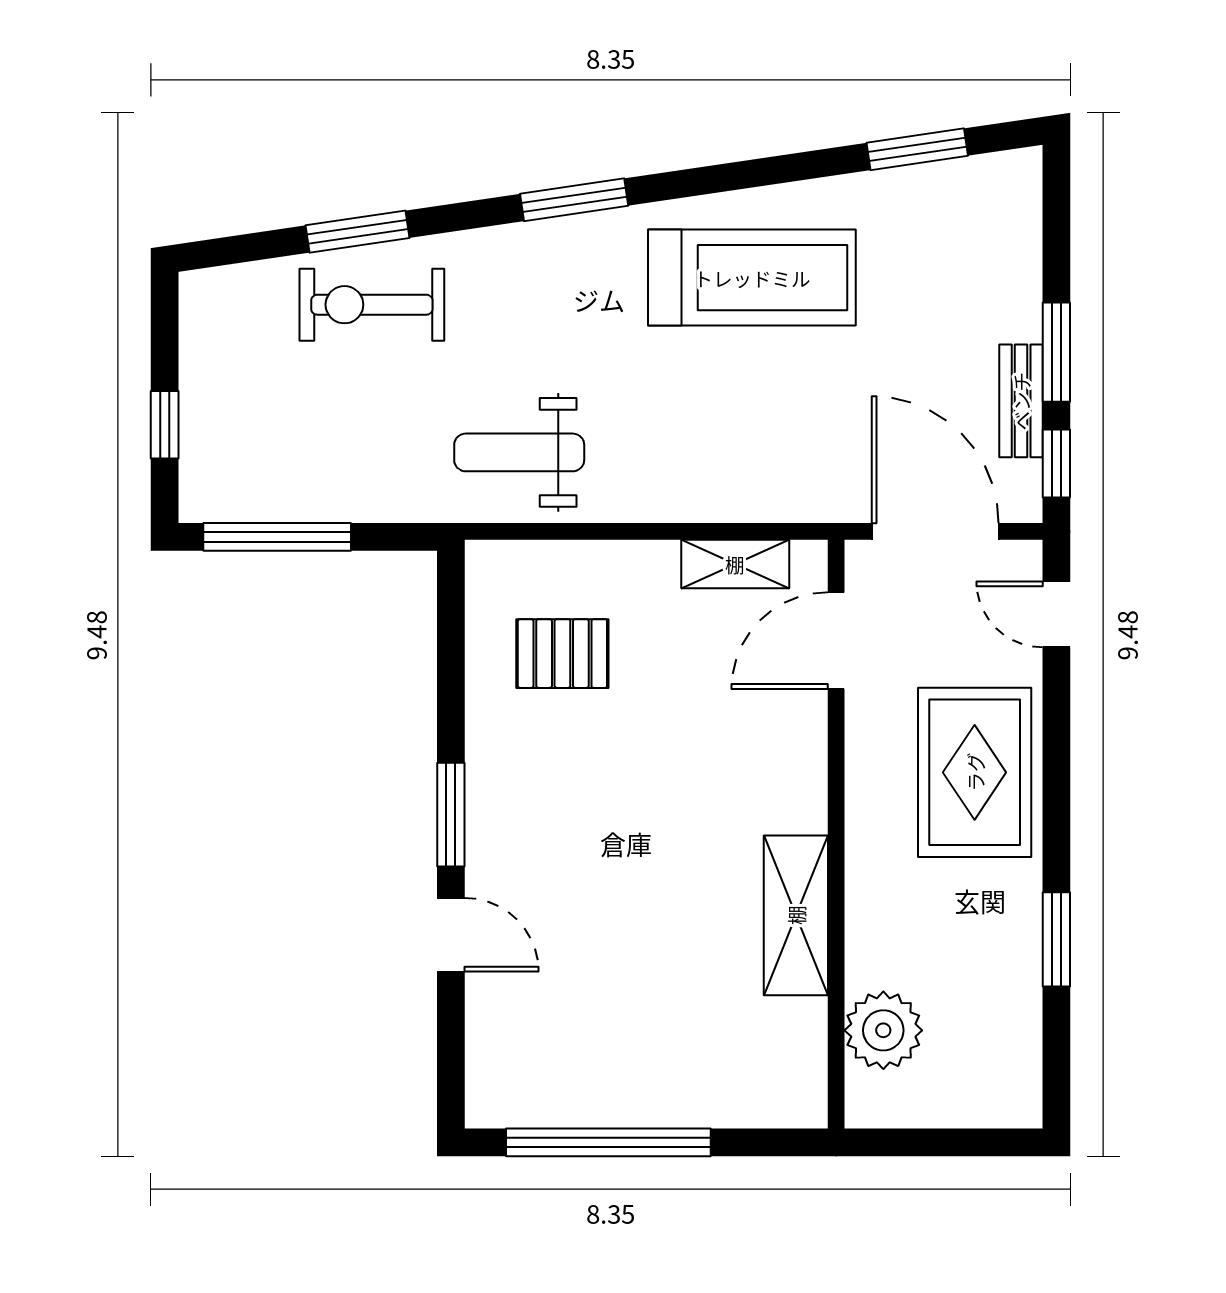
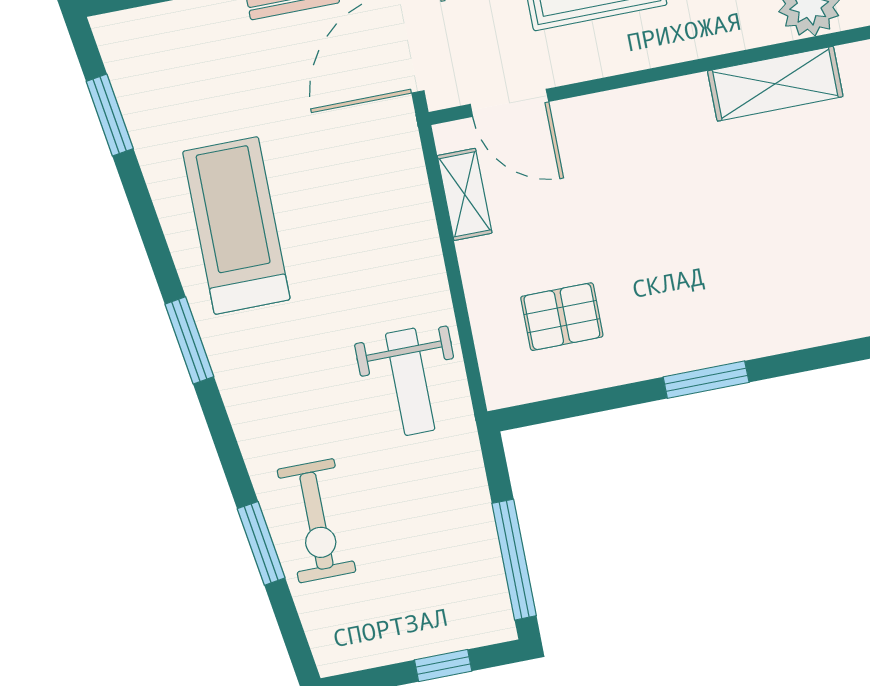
window: (574, 200) -> (189, 340), moved
pallet: (562, 654) -> (562, 317), turned 90
shelving: (796, 915) -> (775, 84), moved
door: (451, 935) -> (801, 361), removed

